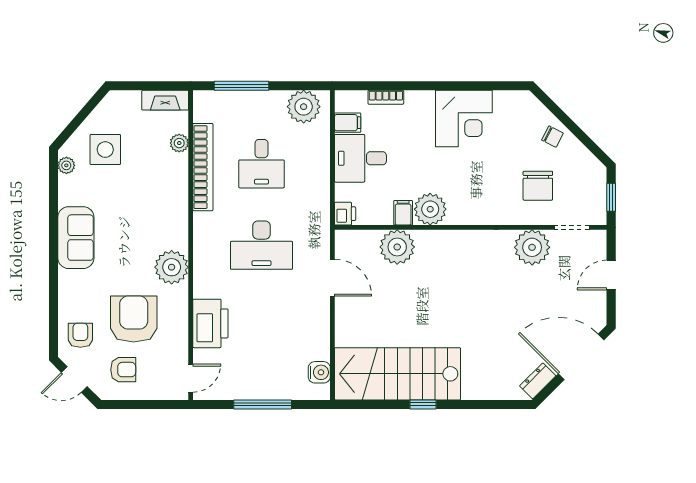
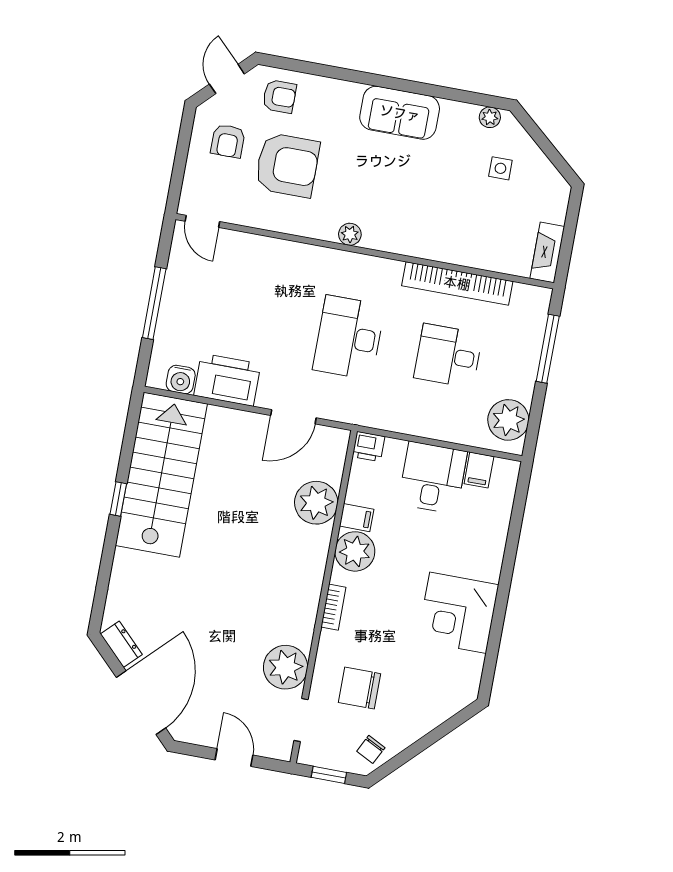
bookcase: (386, 97) -> (333, 607), moved, turned 180
chair: (552, 137) -> (371, 749), moved
plant: (179, 143) -> (492, 260), removed
side table: (105, 150) -> (500, 168), width x0.54, depth x0.54
plant: (172, 267) -> (350, 234), width x0.53, depth x0.53
printer: (210, 323) -> (227, 380), moved, turned 180

